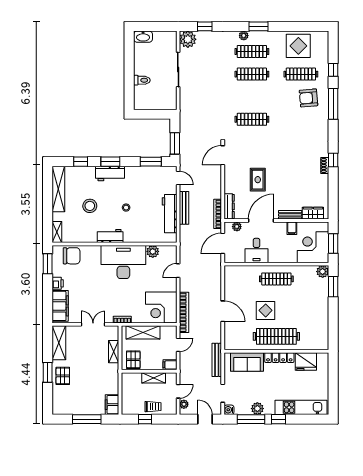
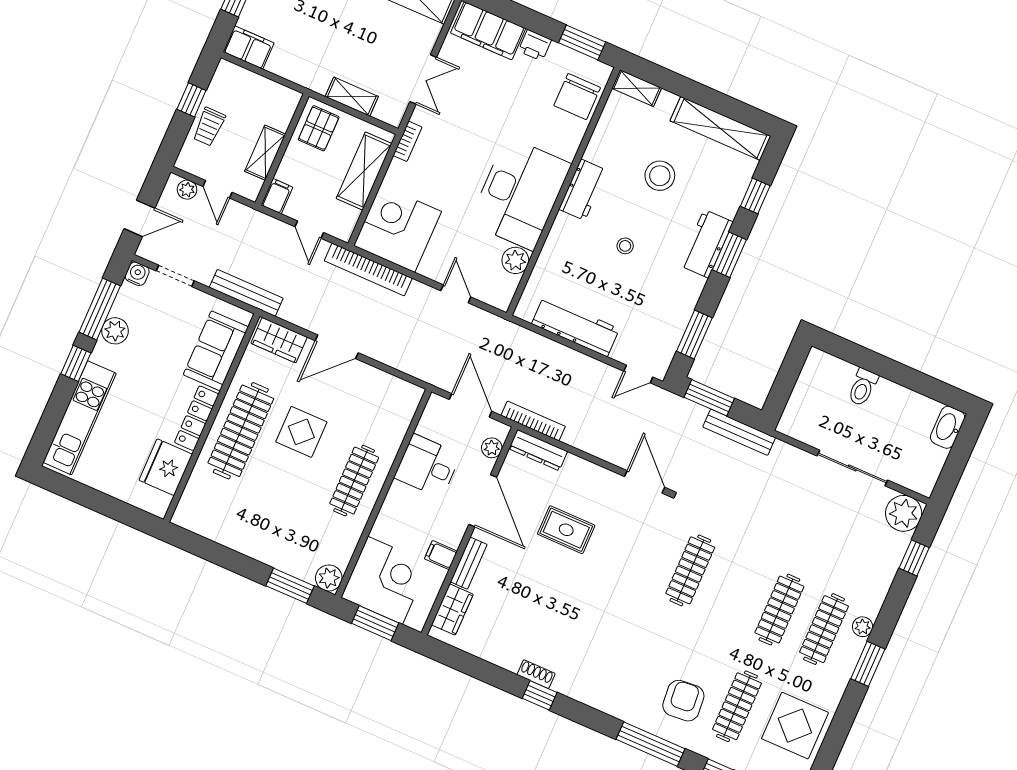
bench: (184, 208) -> (739, 432), moved
wardrobe: (231, 337) -> (279, 340), added
pallet: (133, 360) -> (319, 128), turned 90

